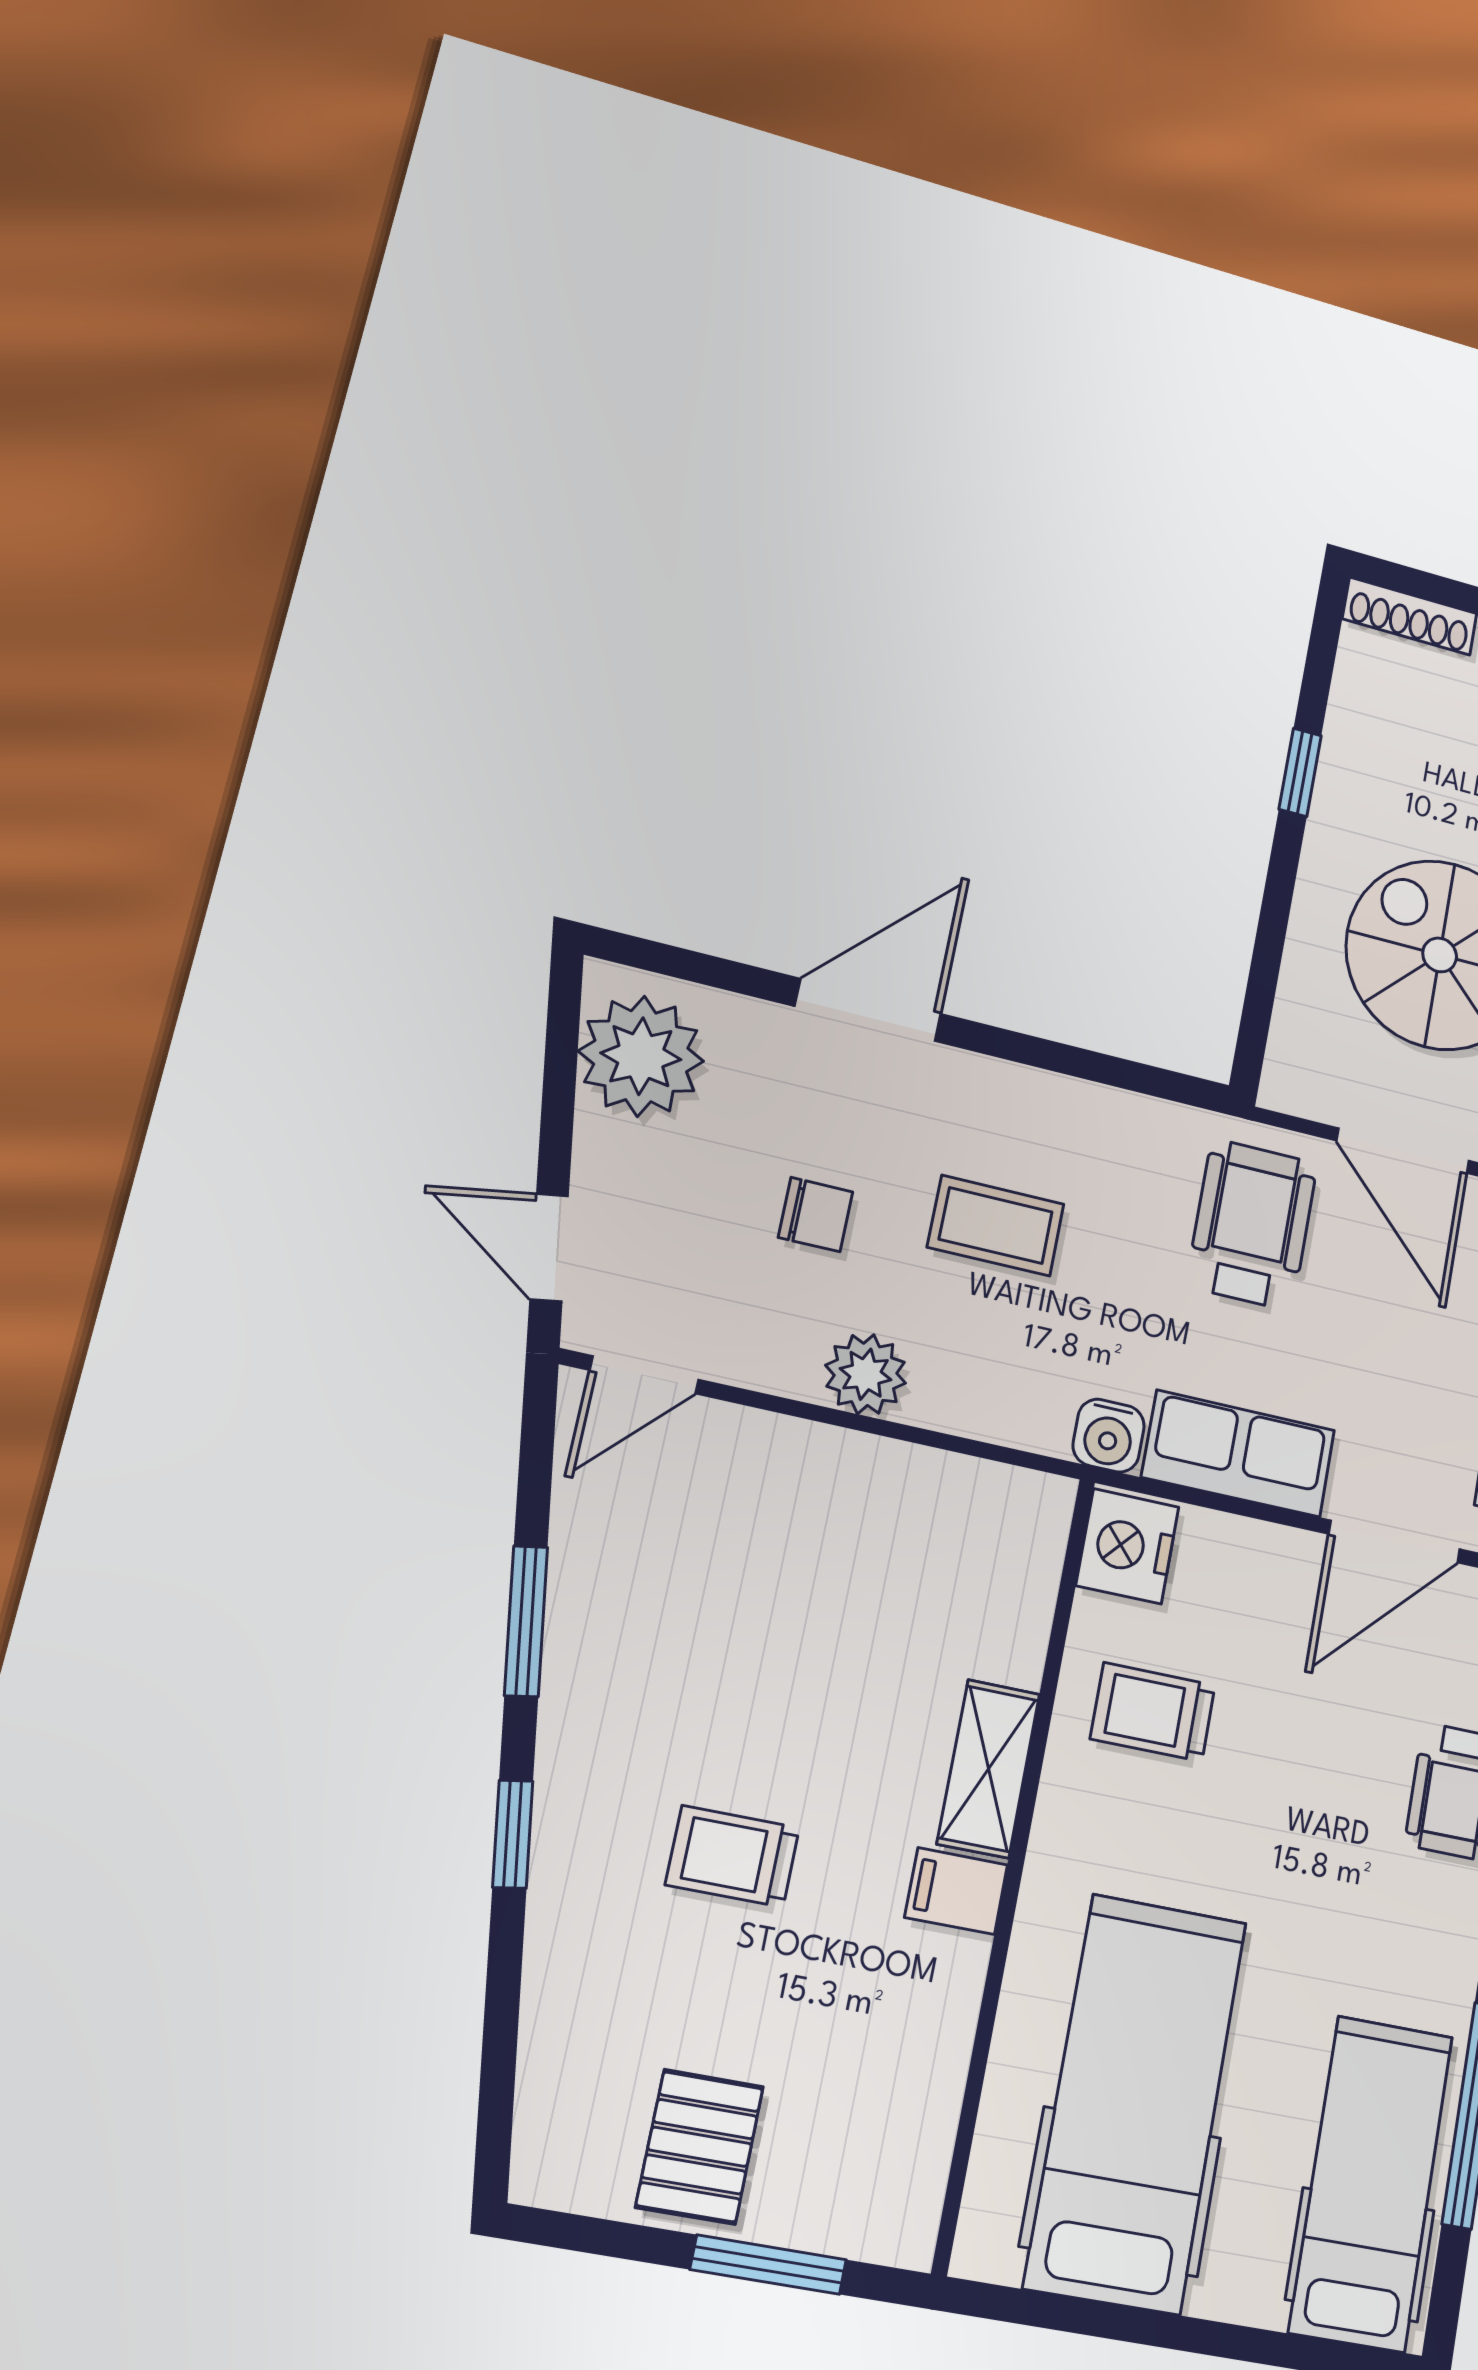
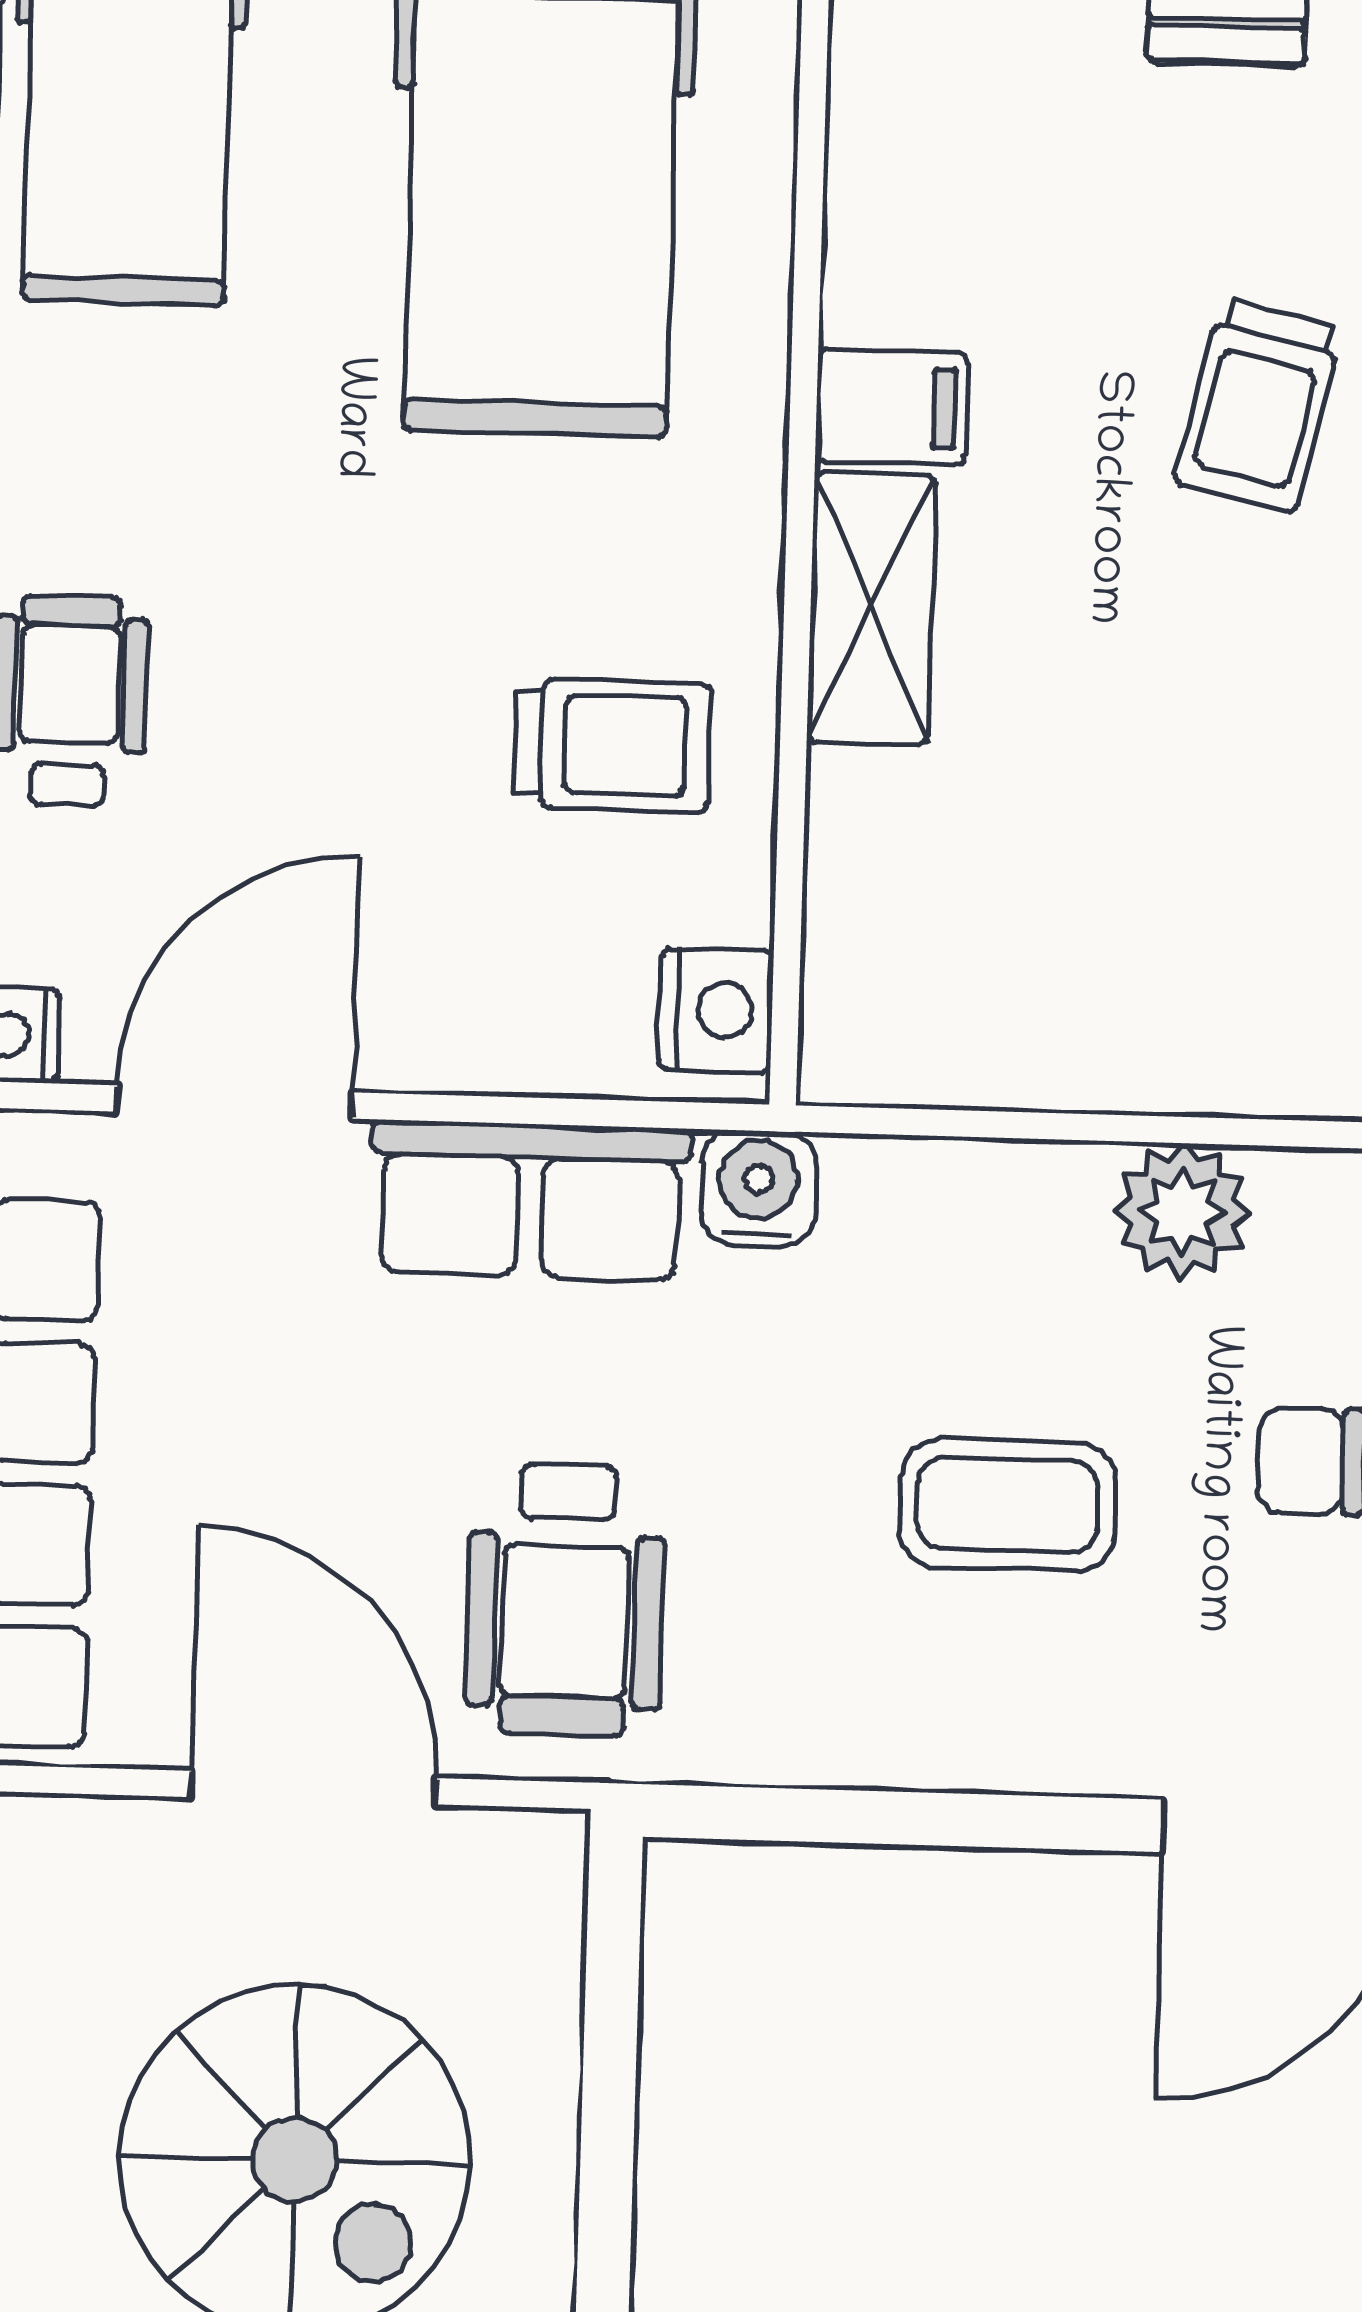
nightstand: (1127, 1546) -> (716, 1010), width x0.74, depth x0.75
trolley: (733, 1856) -> (1258, 406), turned 103

